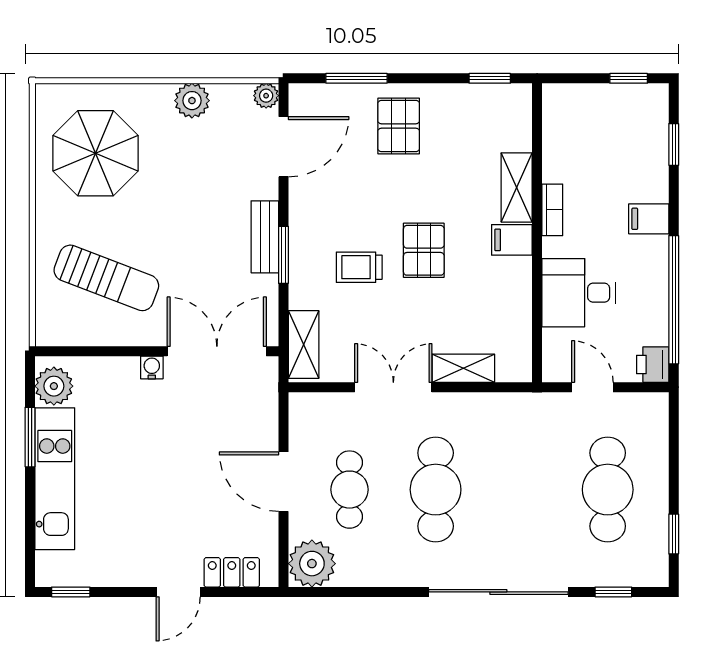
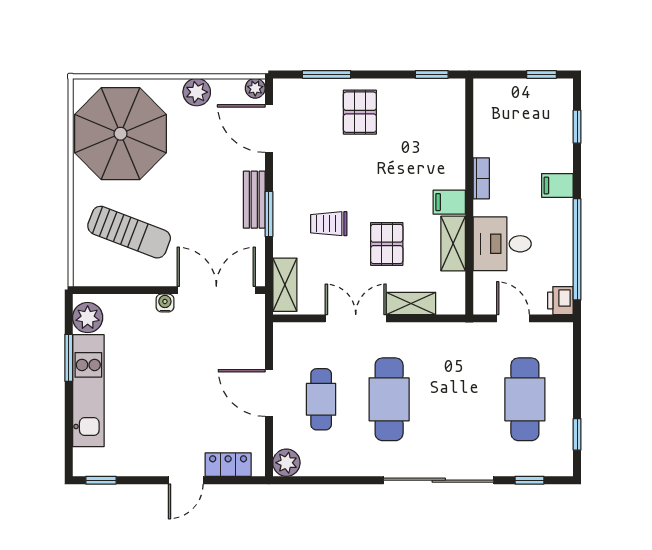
door: (283, 147) -> (269, 129), swing flipped
parasol: (96, 153) -> (121, 134), width x1.36, depth x1.36
shelving: (517, 187) -> (453, 244), moved
pallet: (424, 250) -> (387, 244), moved
plant: (312, 564) -> (286, 463), width x0.73, depth x0.73

